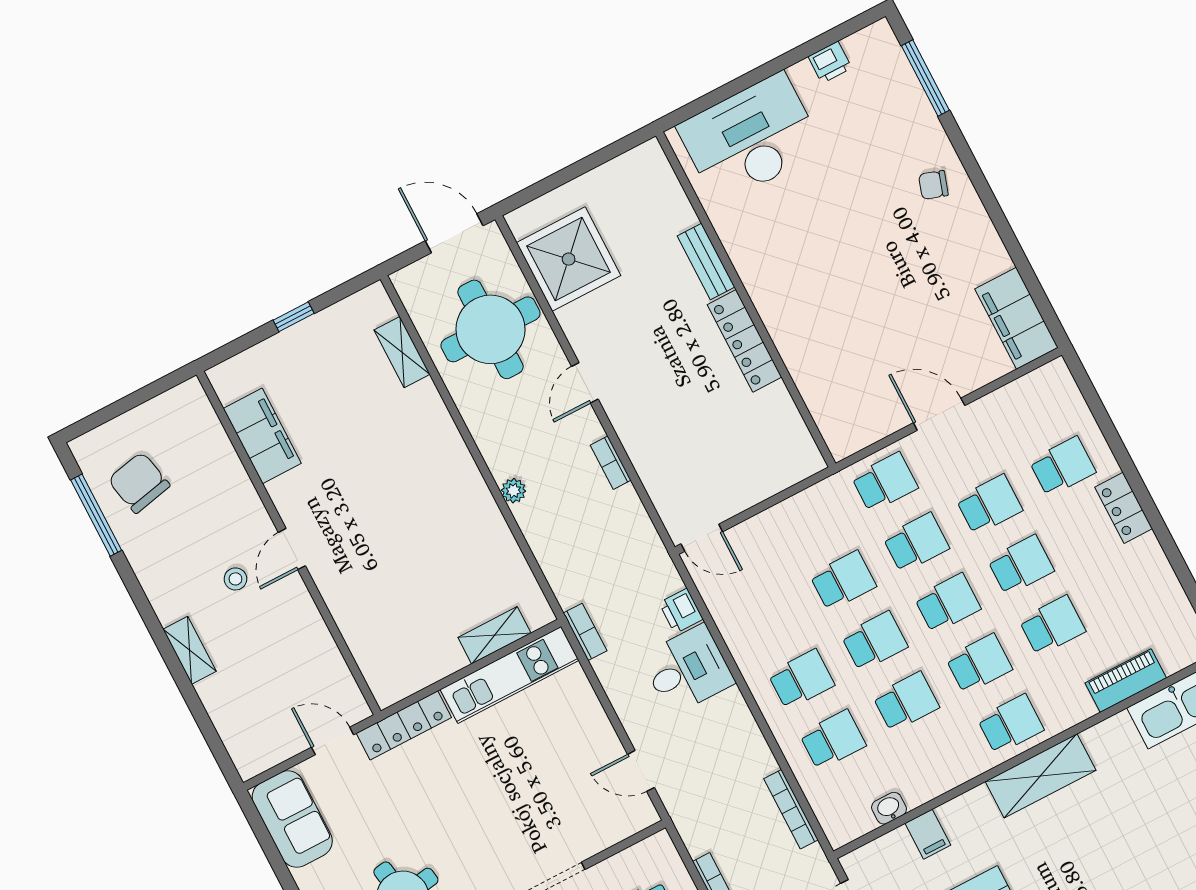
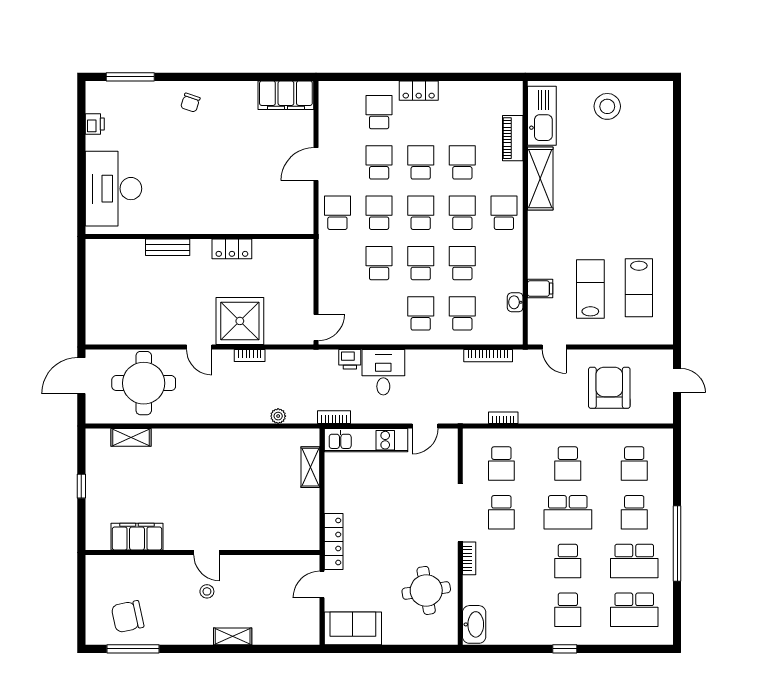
shower: (569, 259) -> (240, 321), moved
locker: (744, 341) -> (232, 249), width x0.66
plant: (513, 491) -> (278, 416), moved
kitchen unit: (509, 675) -> (366, 440), moved, turned 90
shelving: (1041, 776) -> (540, 179), moved

